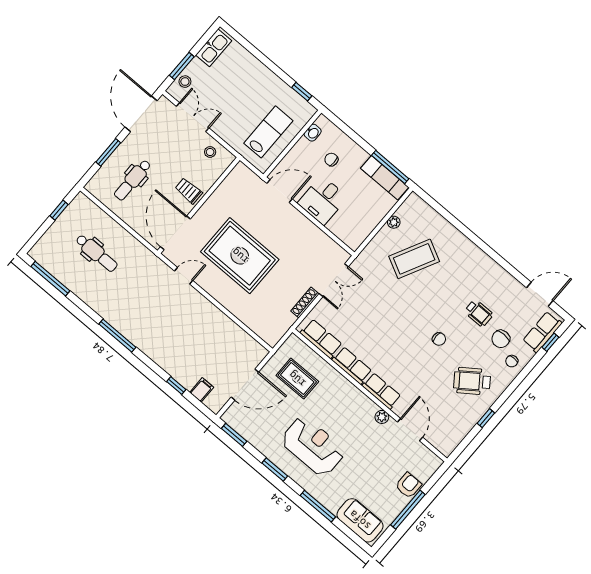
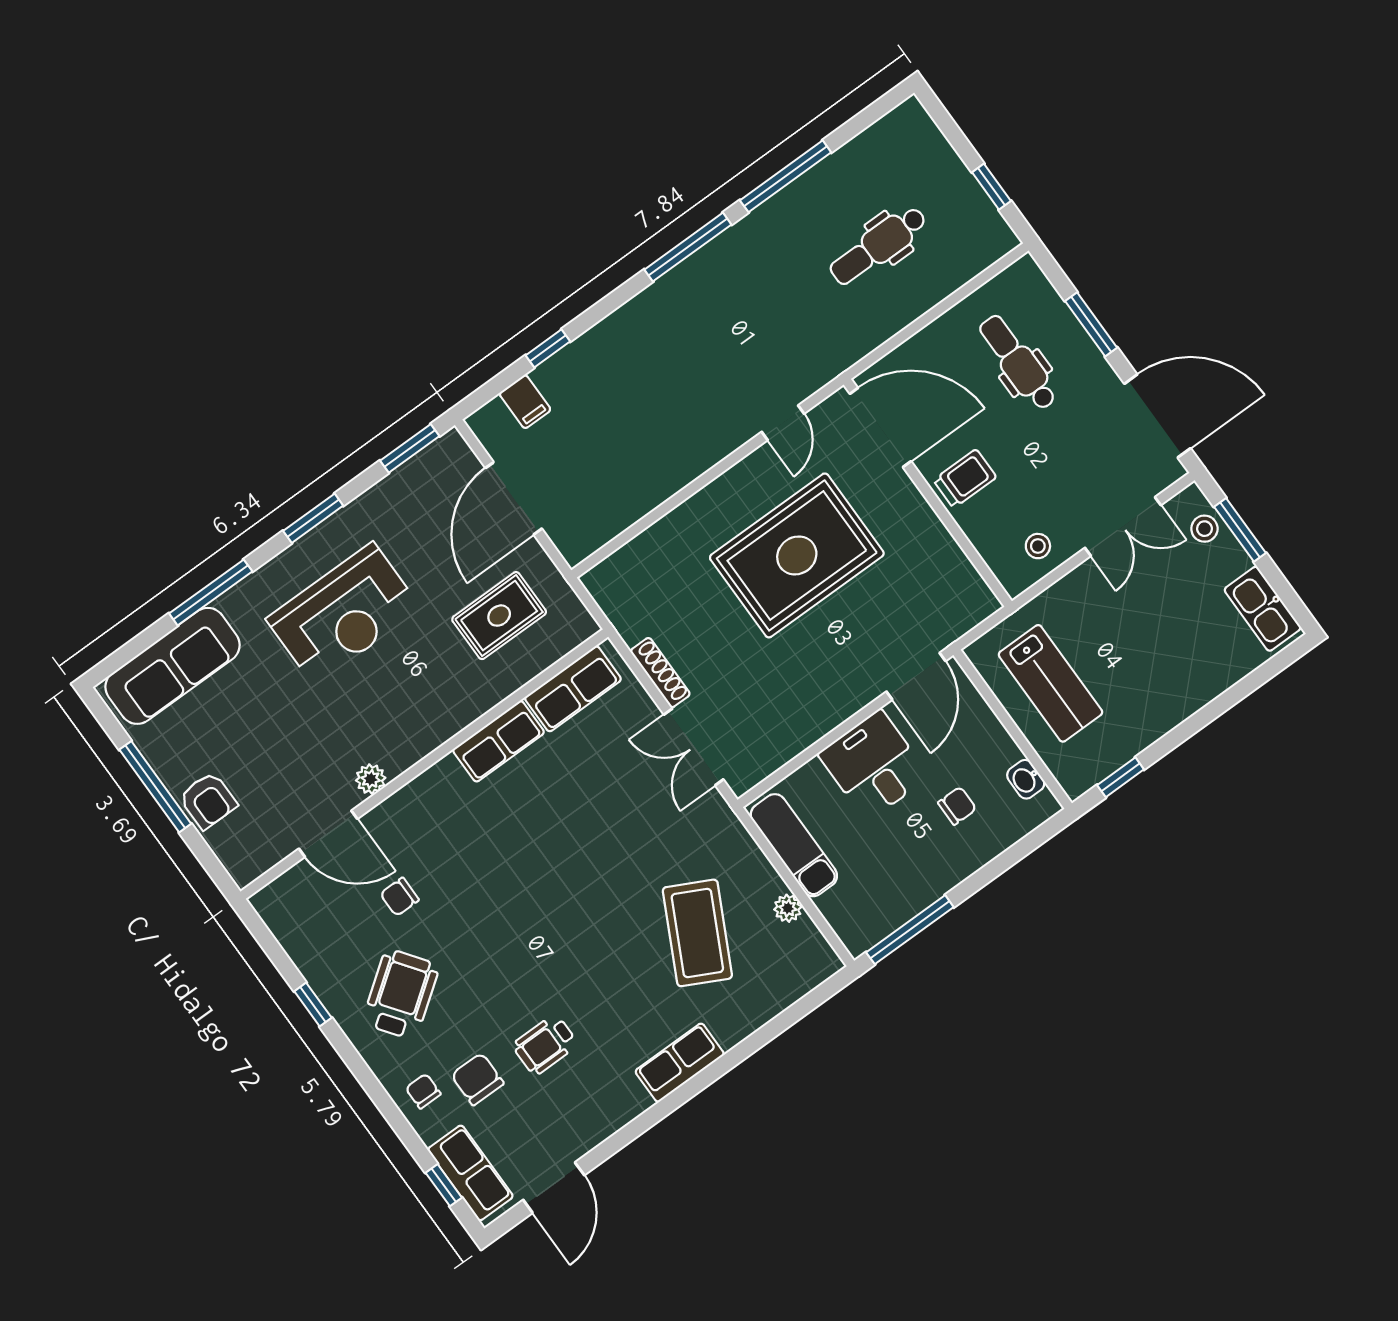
exam couch: (385, 178) -> (794, 845), moved, turned 90
window: (50, 279) -> (786, 176), moved
chair: (439, 339) -> (400, 897), moved
row of seats: (382, 391) -> (680, 1063), moved, turned 180
sofa: (360, 520) -> (173, 666), width x1.36

